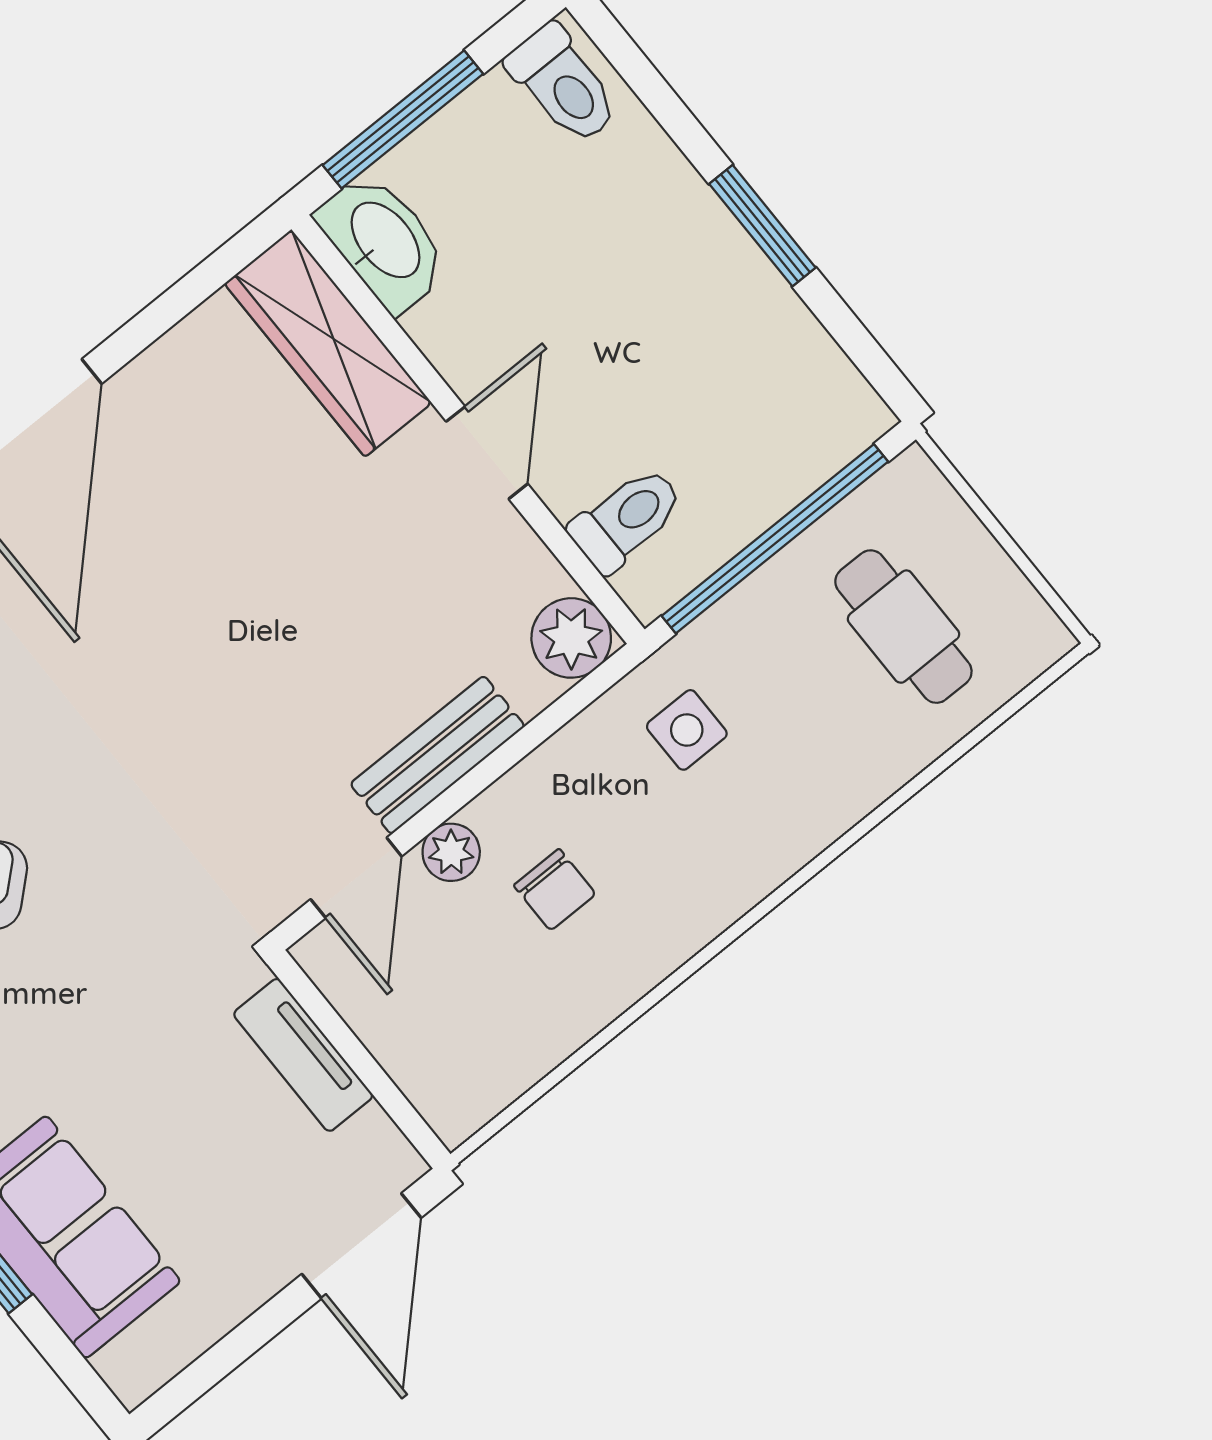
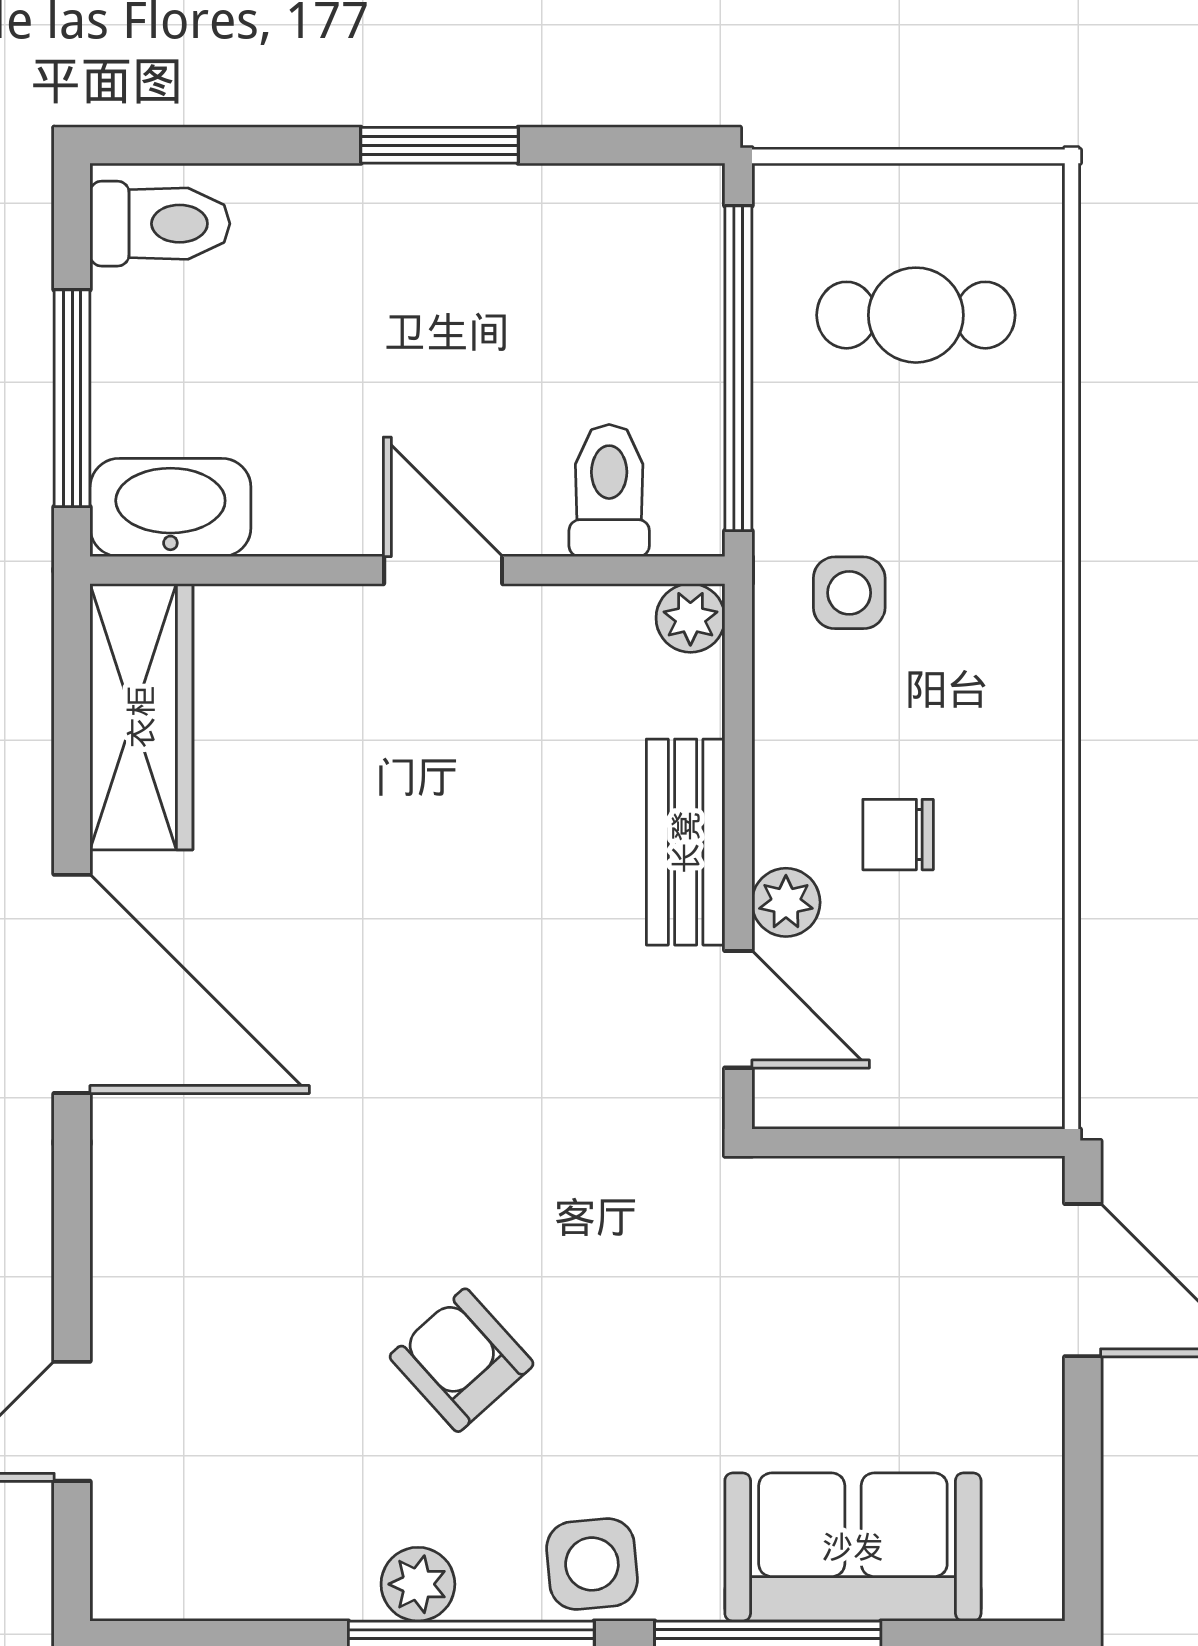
wardrobe: (328, 343) -> (141, 717), moved, turned -90
plant: (571, 638) -> (690, 618), width x0.73, depth x0.73
chair: (555, 890) -> (898, 835), turned 180
tv unit: (303, 1055) -> (862, 1191), removed

